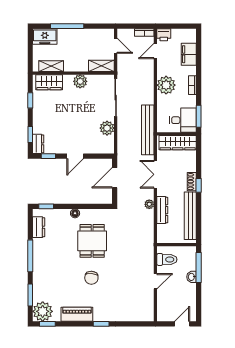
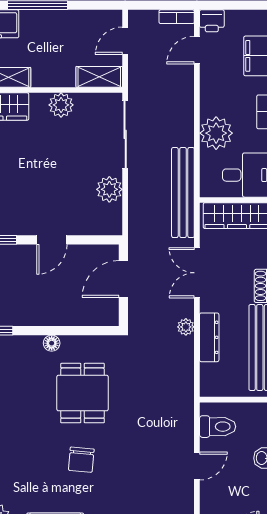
door: (116, 46) -> (125, 41), swing flipped
plant: (166, 85) -> (216, 133), moved

